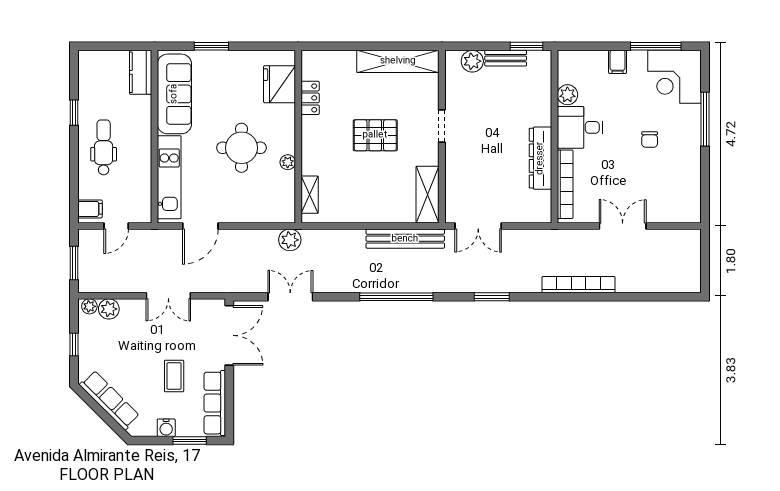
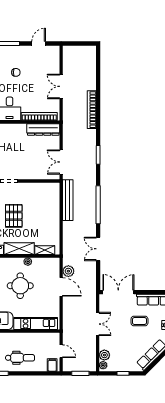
dental chair: (104, 147) -> (20, 358), turned 180
dresser: (540, 158) -> (43, 129), moved
door: (705, 183) -> (39, 43), added
shelving: (428, 195) -> (19, 249), moved
door: (200, 226) -> (61, 287), moved
double door: (478, 226) -> (61, 162), swing flipped
plant: (290, 240) -> (68, 271), moved
double door: (290, 297) -> (98, 249), moved

